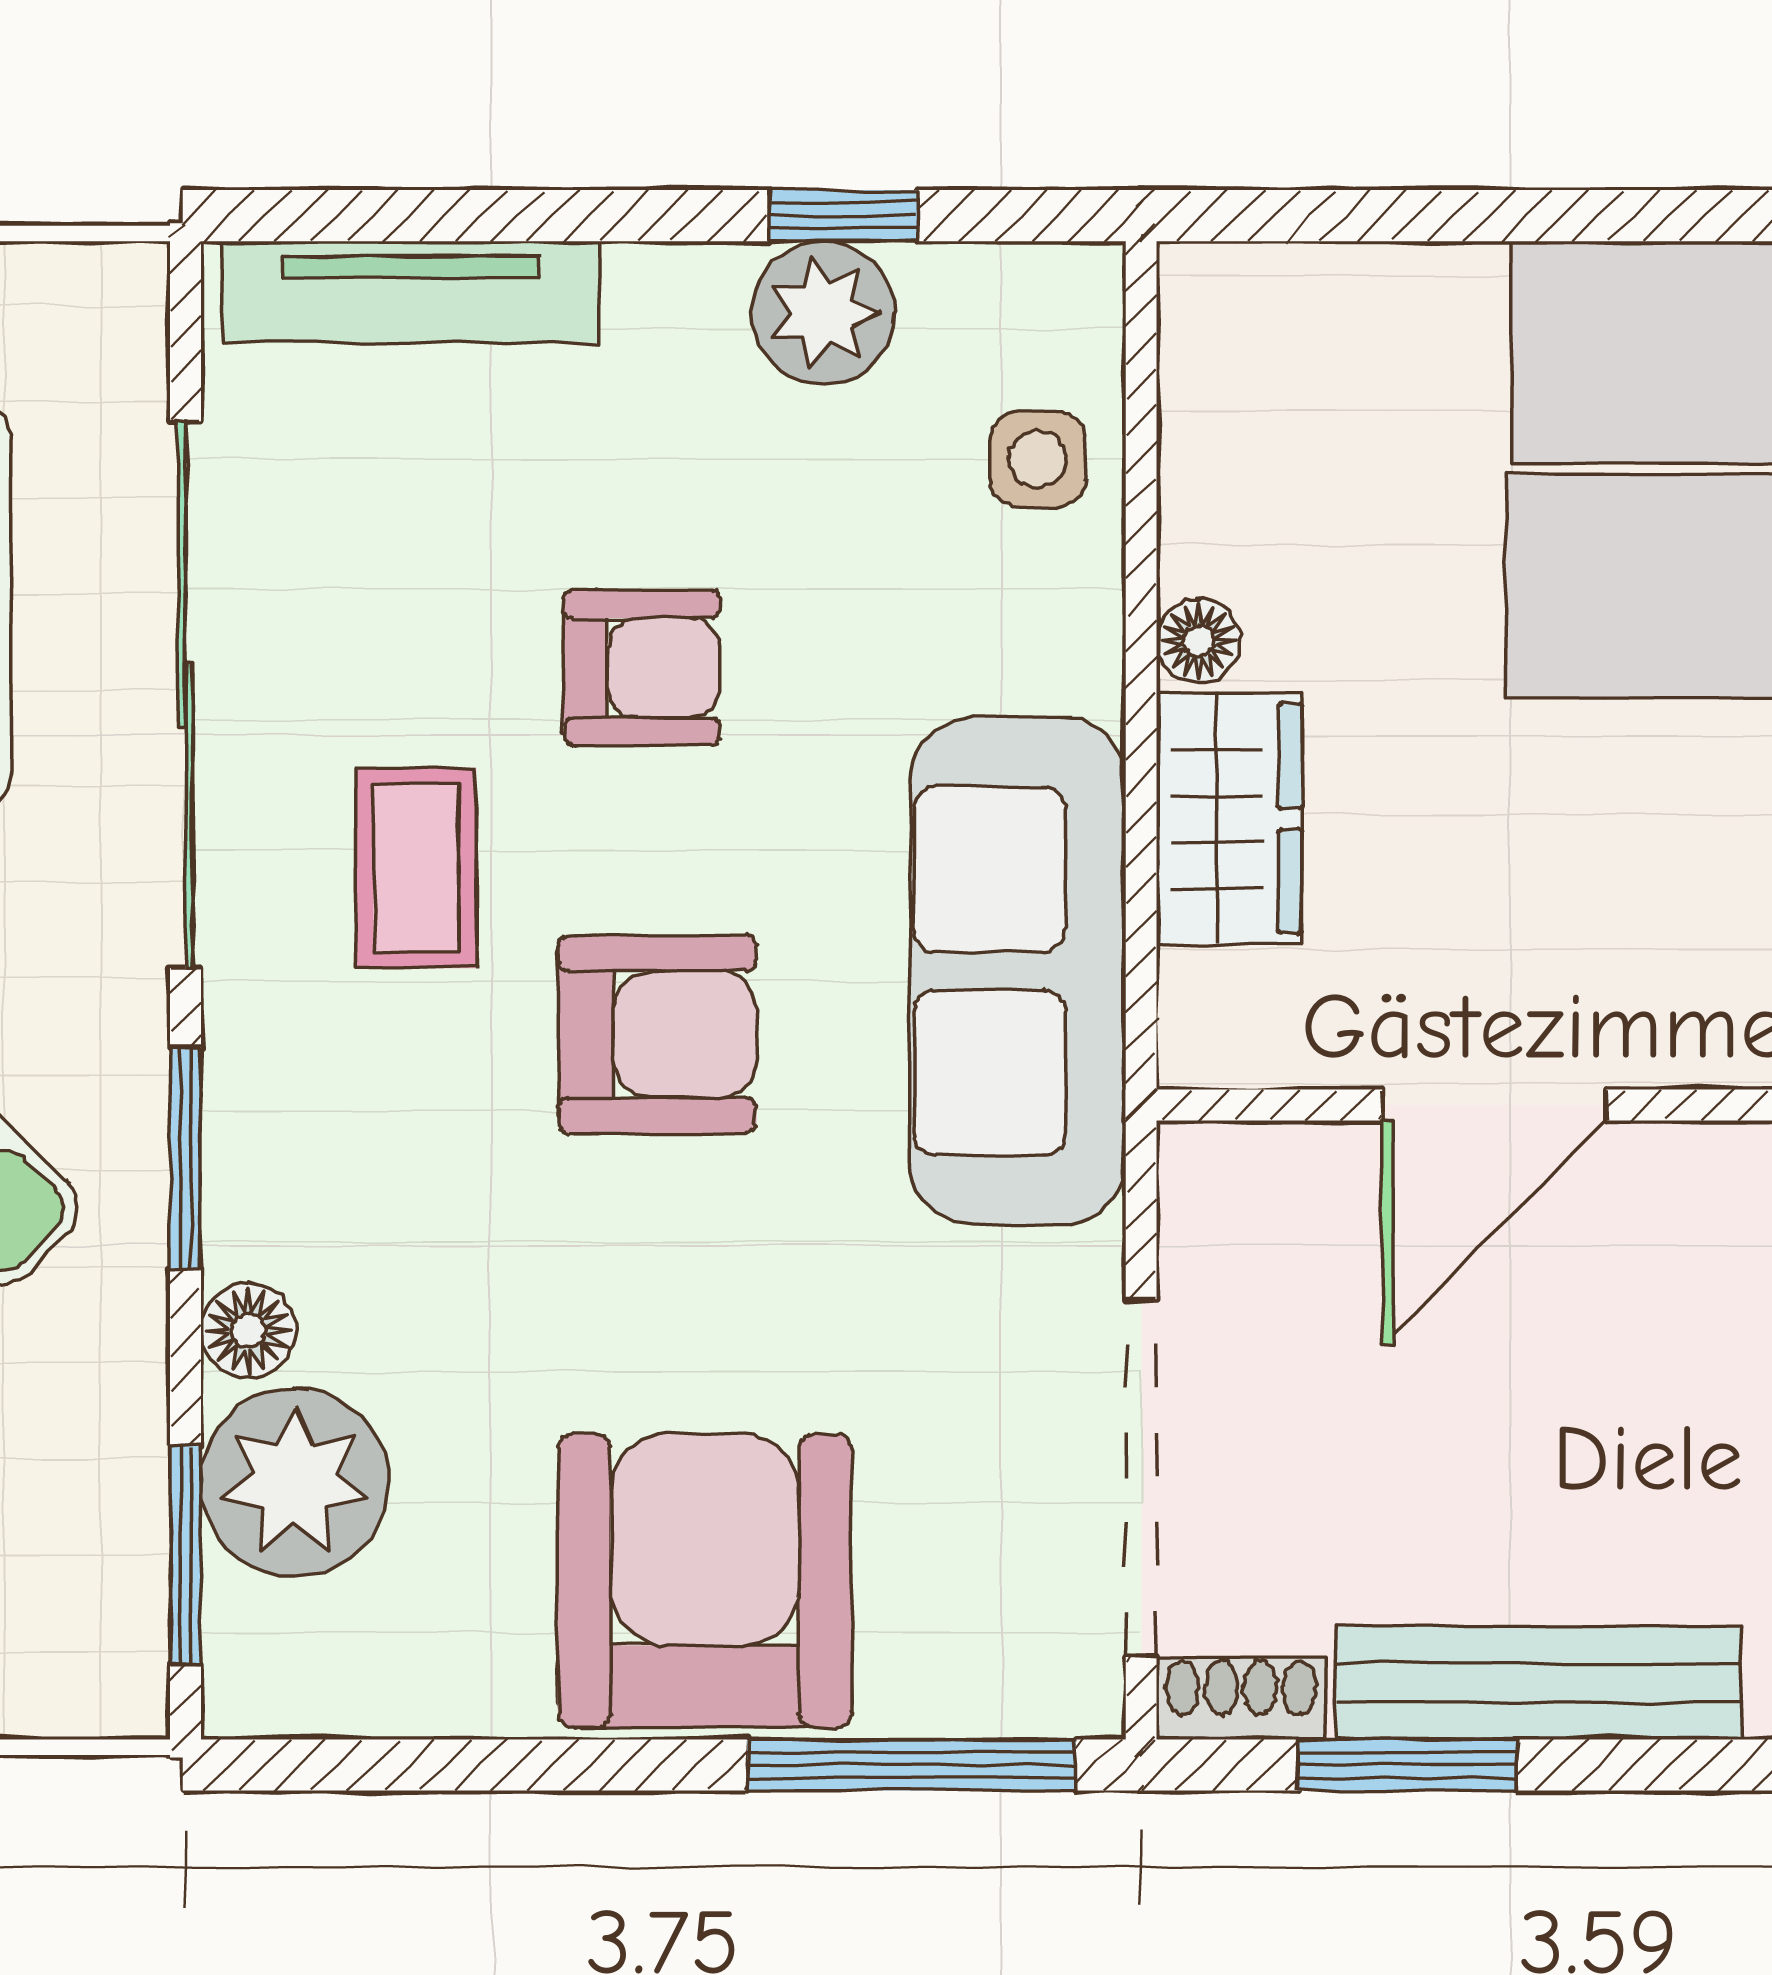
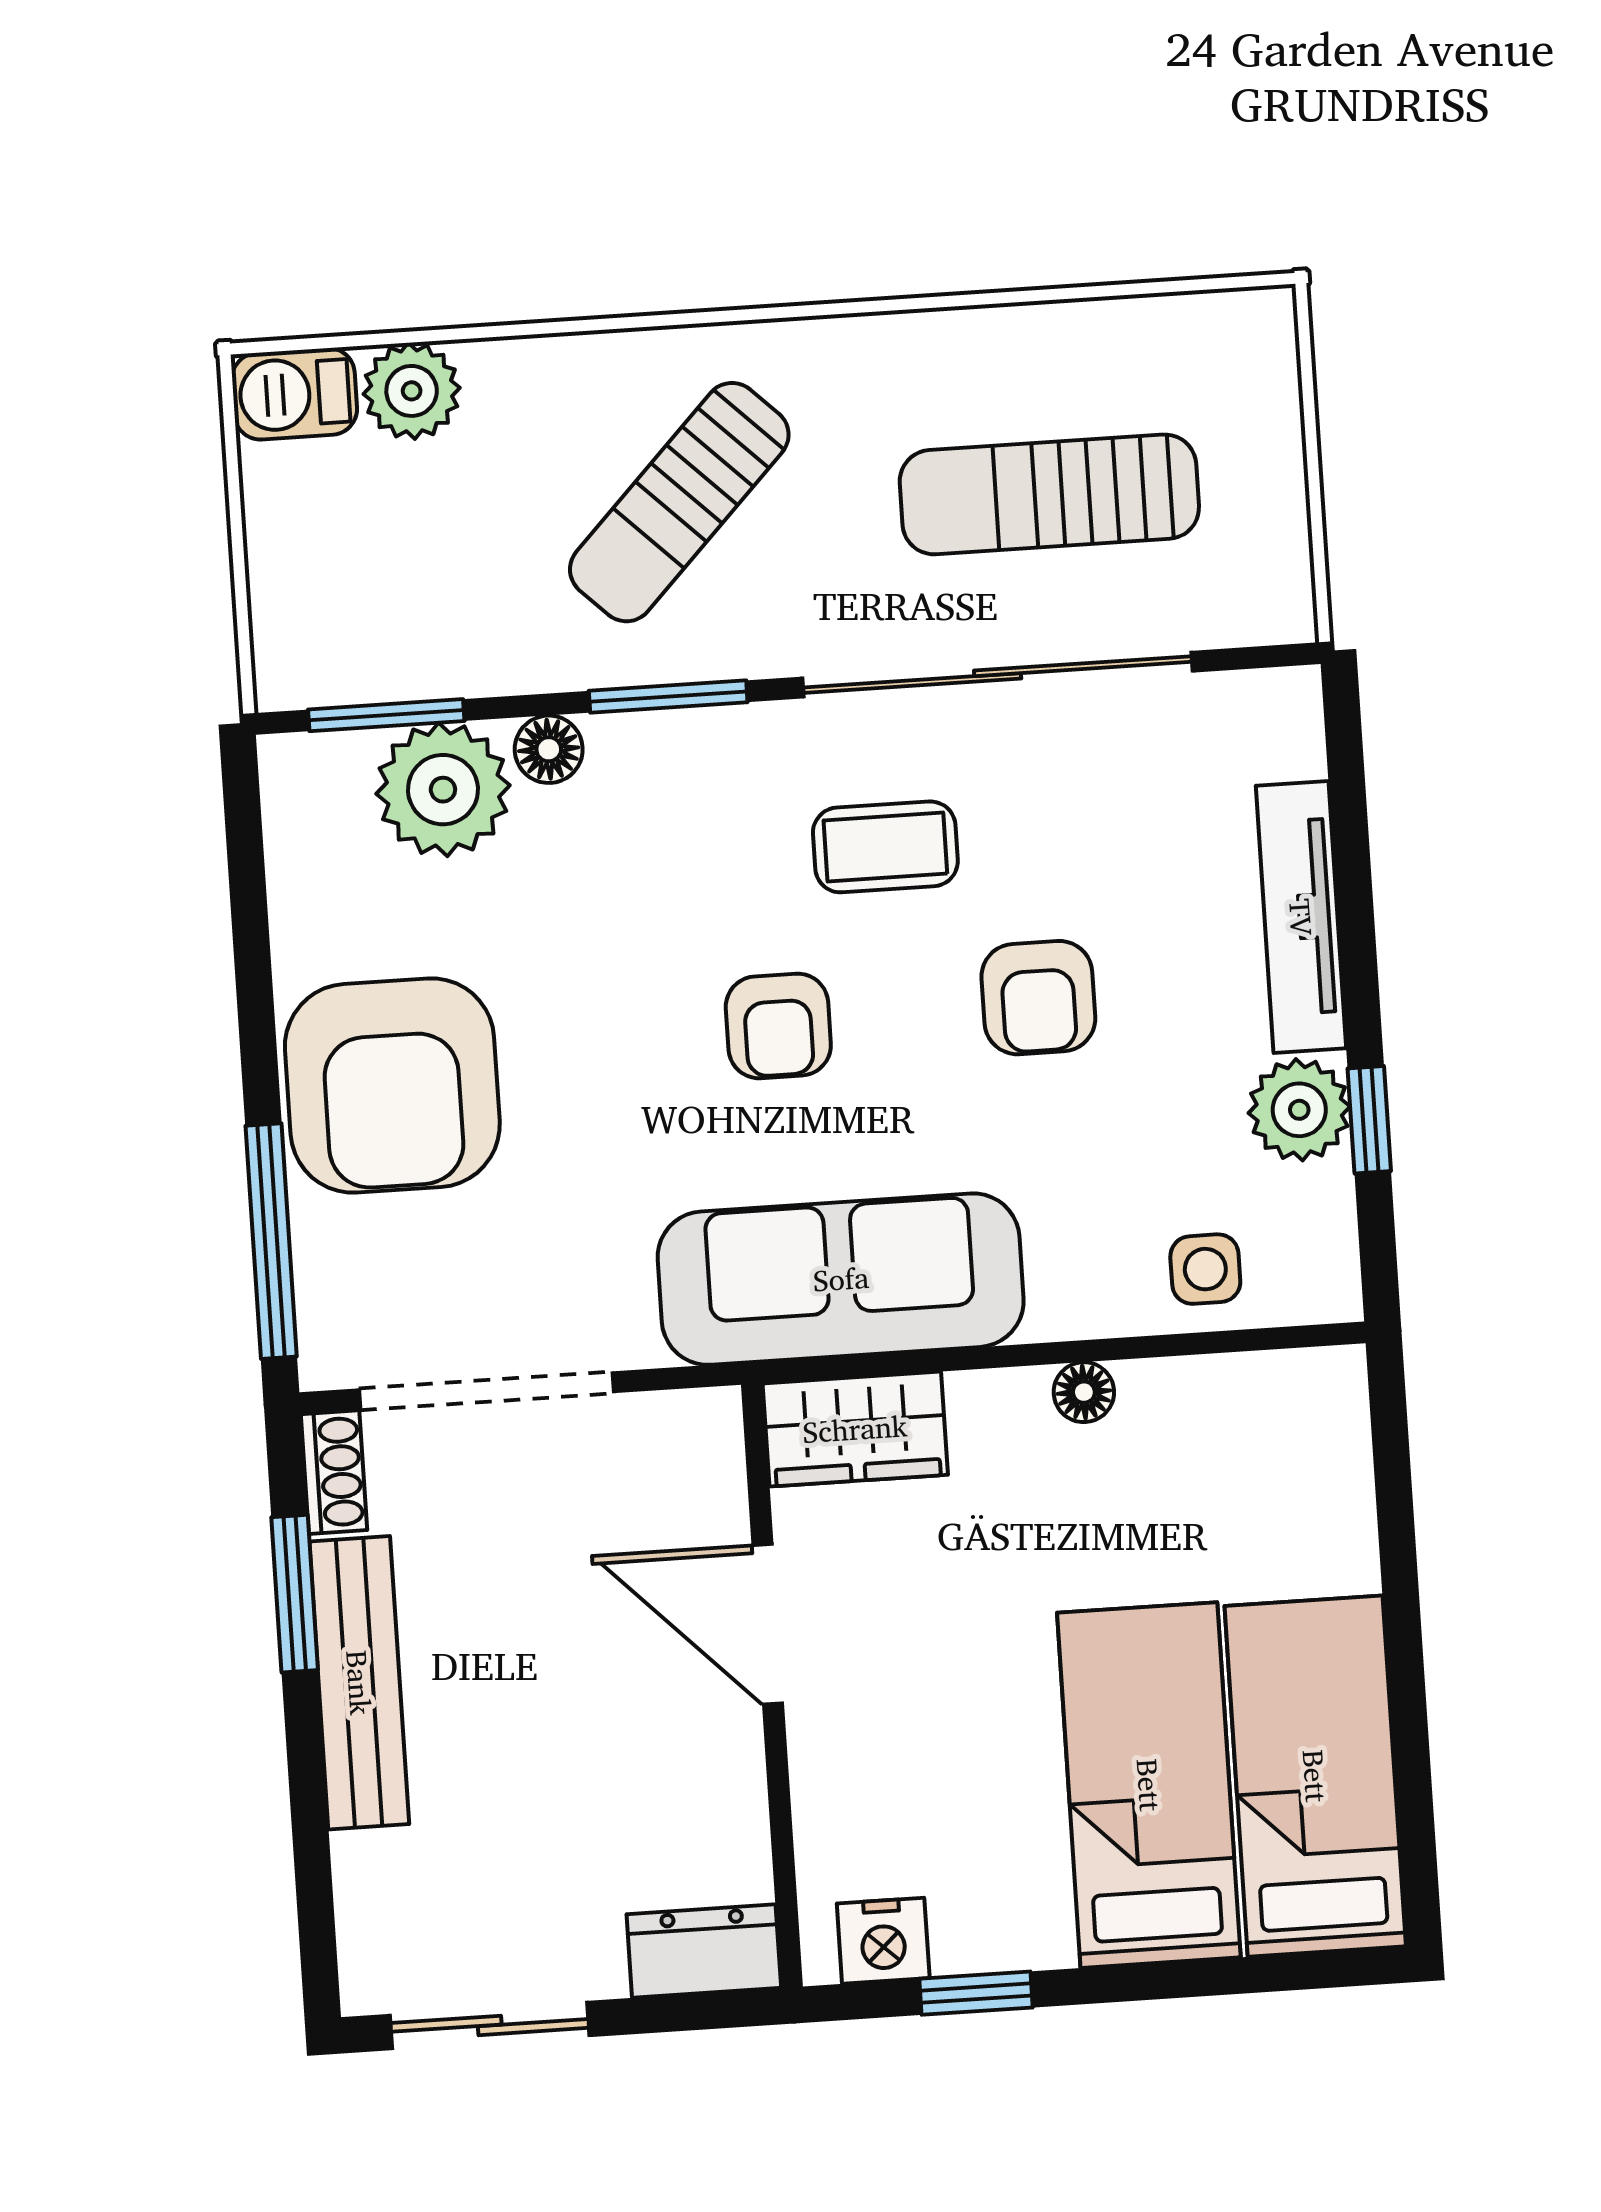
tv unit: (411, 292) -> (1301, 917), moved
wardrobe: (1229, 819) -> (855, 1429), moved
armchair: (657, 1035) -> (778, 1026), width x0.72, depth x0.72
armchair: (705, 1581) -> (392, 1086), turned 90

